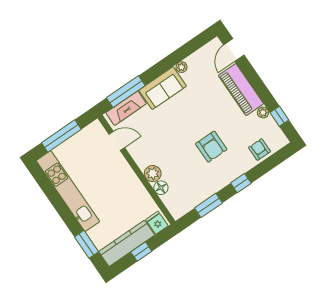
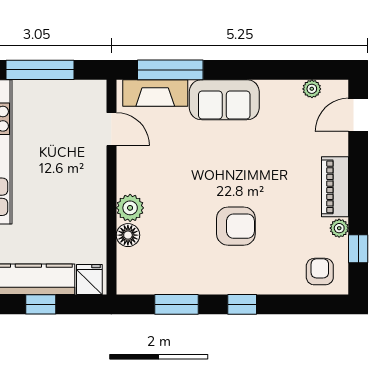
plant: (181, 67) -> (312, 89), moved
piano: (241, 90) -> (335, 187), width x0.73, depth x0.75
armchair: (211, 147) -> (236, 226), turned -90
armchair: (259, 149) -> (320, 272), moved

